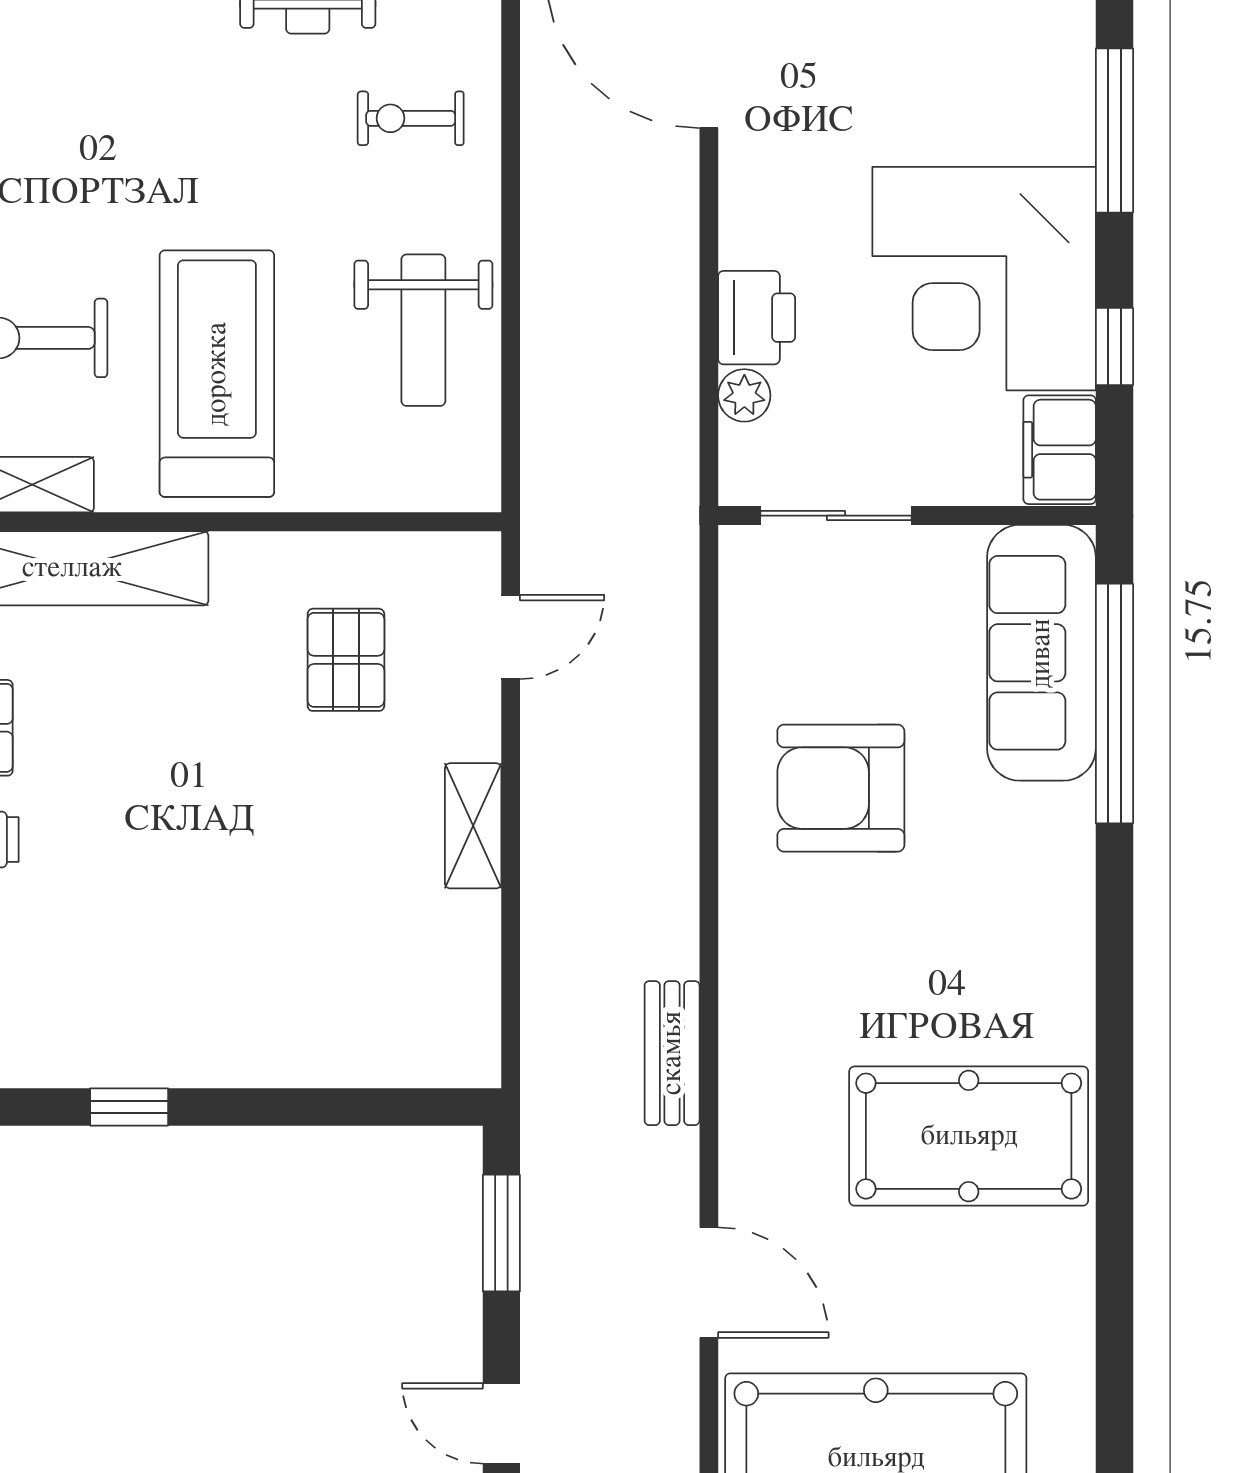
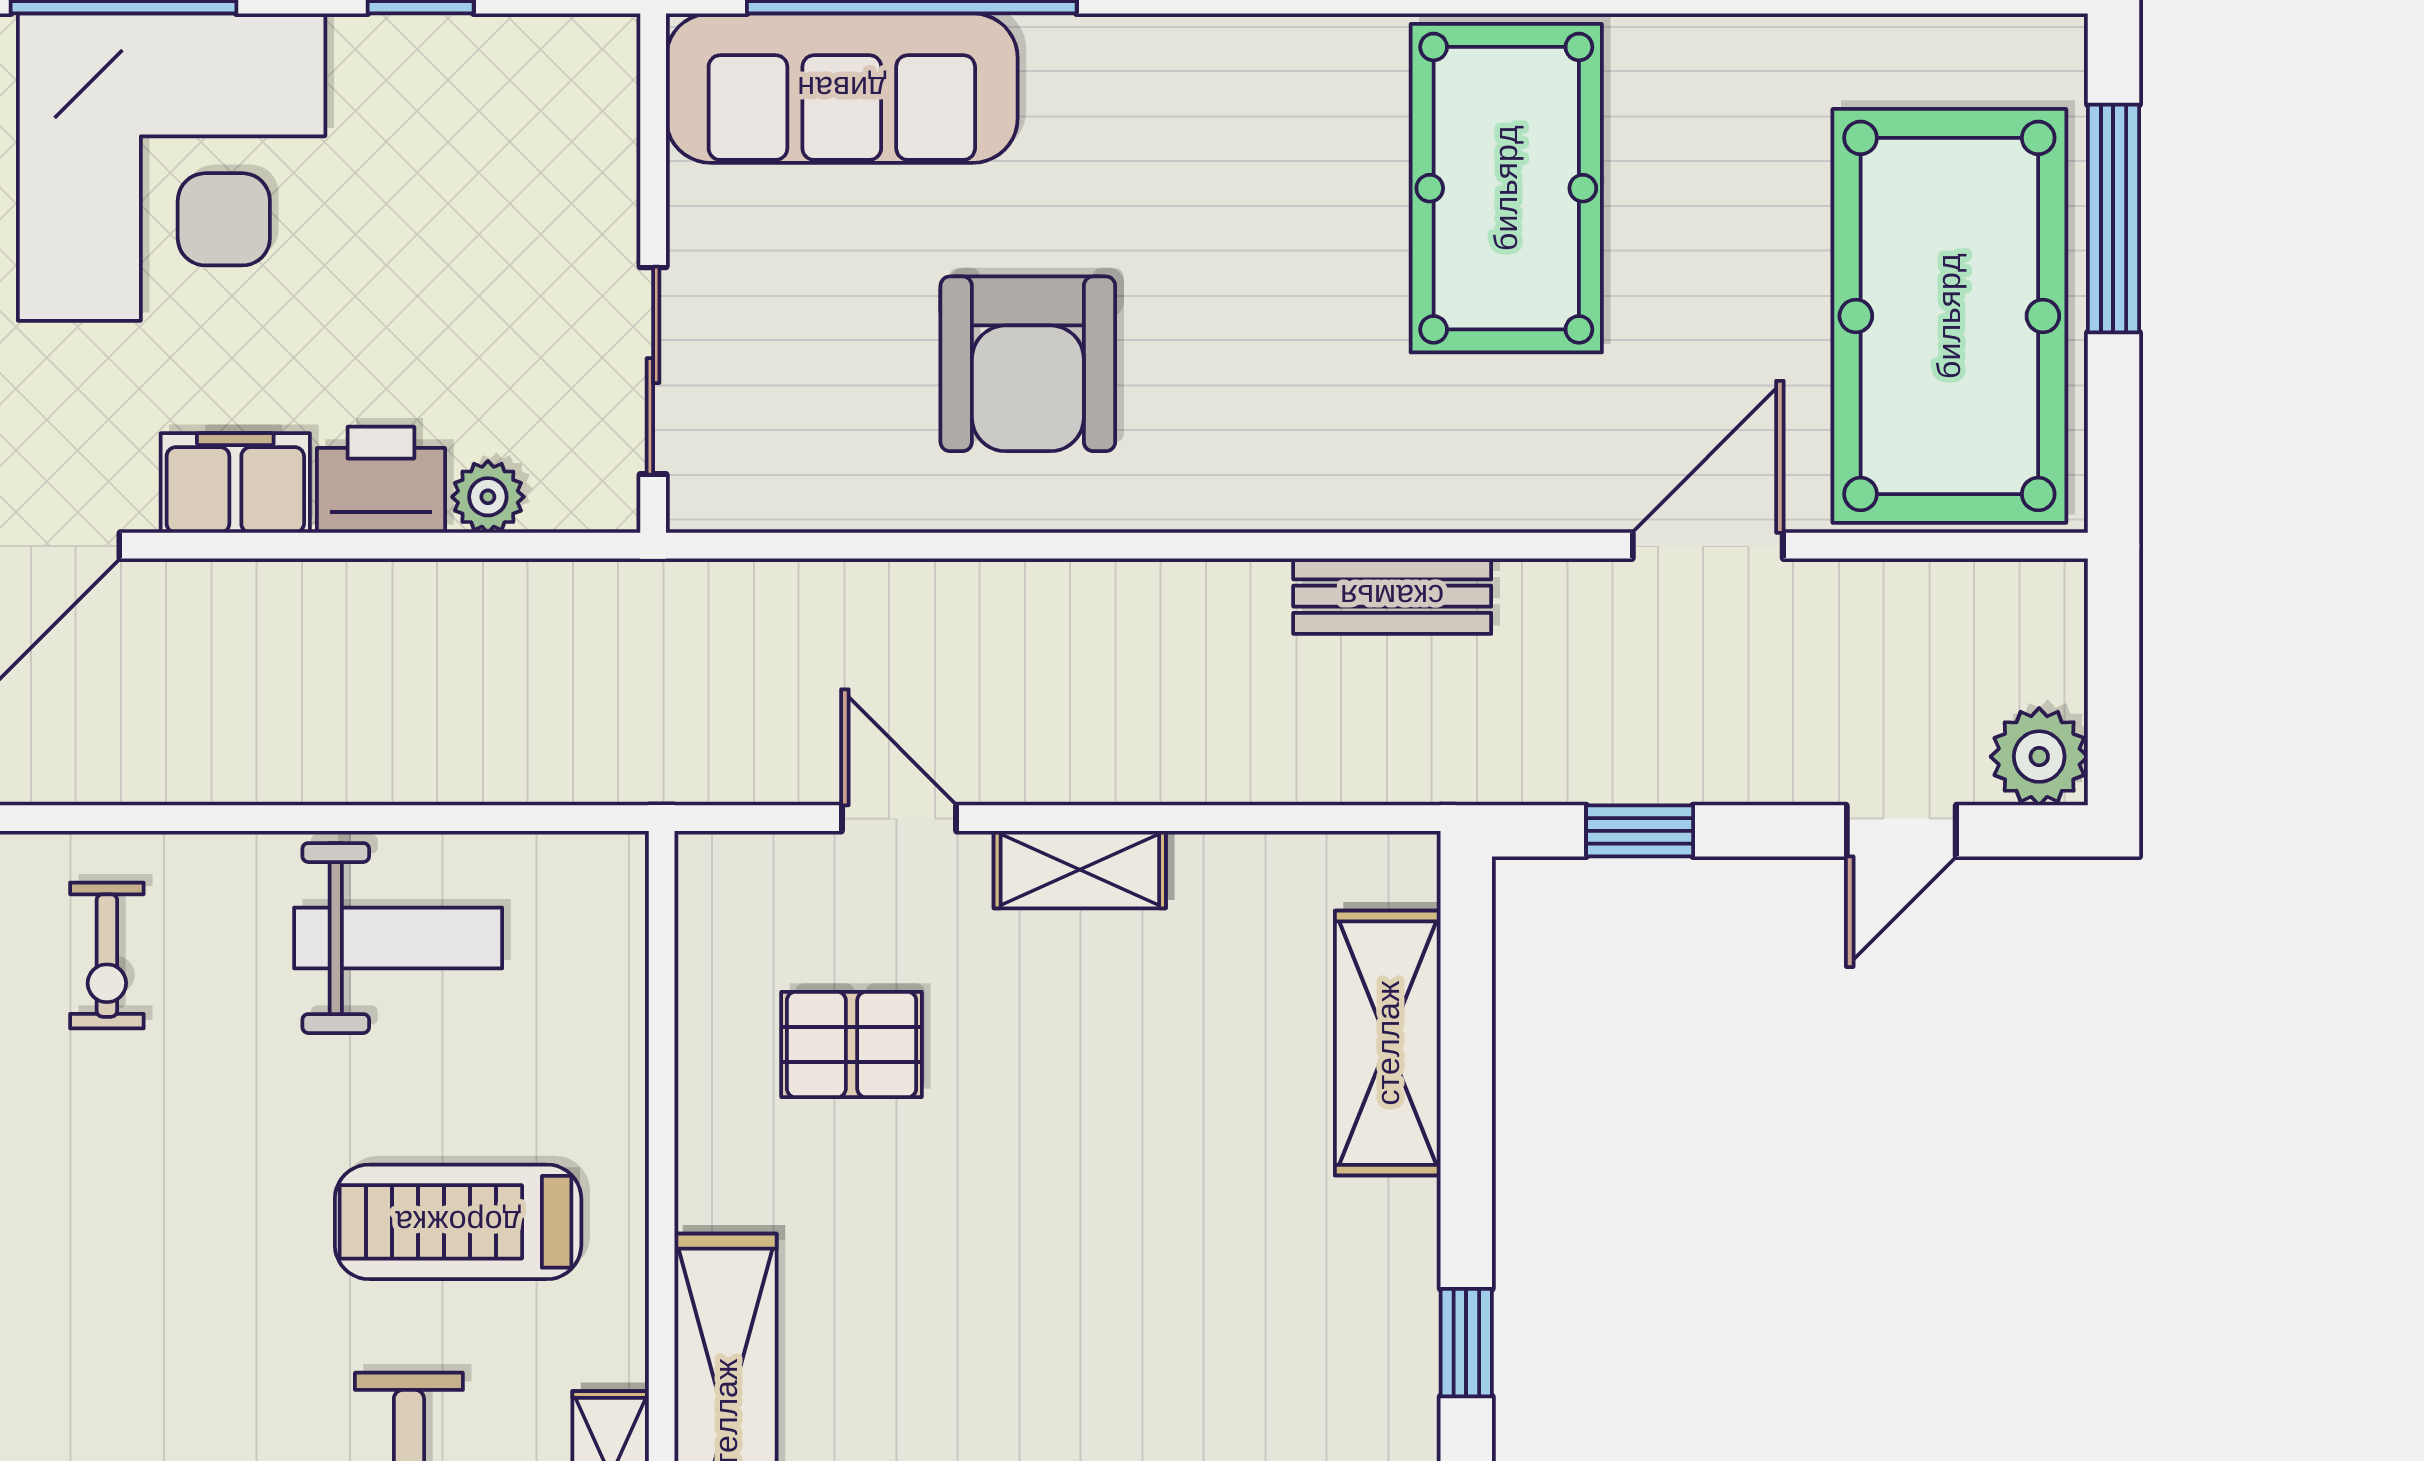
corner desk: (984, 279) -> (172, 167), moved
treadmill: (217, 374) -> (458, 1222), width x0.73, depth x0.73
filing cabinet: (1060, 450) -> (235, 483), moved, turned 180
door: (511, 637) -> (899, 818), moved
shelving: (347, 1050) -> (1388, 1043), added
window: (501, 1233) -> (1640, 831), width x0.67

